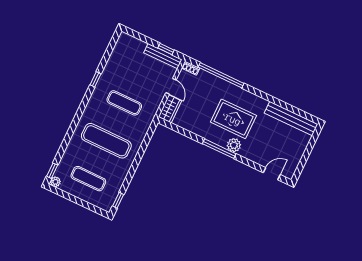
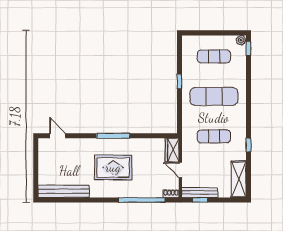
shelving: (120, 51) -> (239, 179), added
plant: (234, 145) -> (102, 145), removed
door: (272, 174) -> (58, 136), swing flipped
window: (118, 200) -> (179, 81), moved

